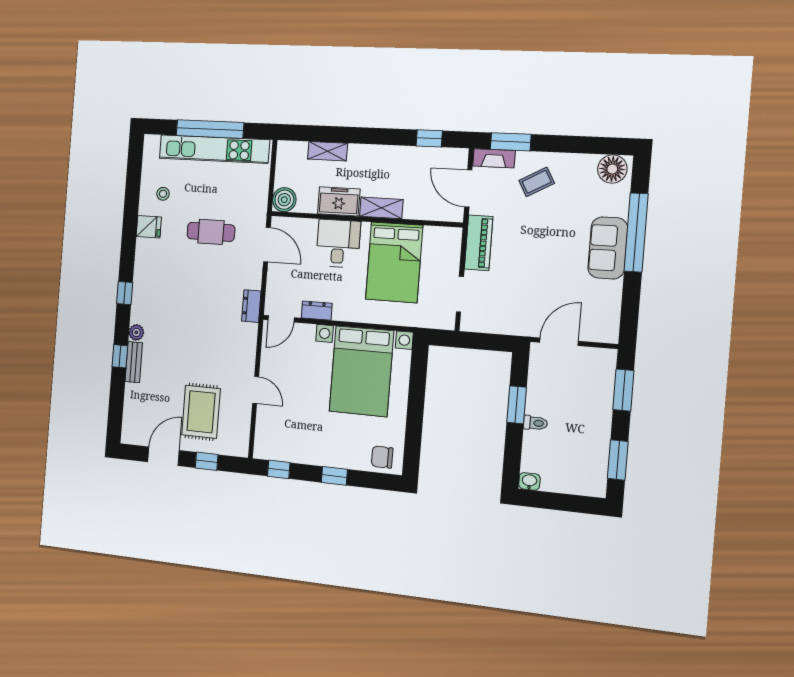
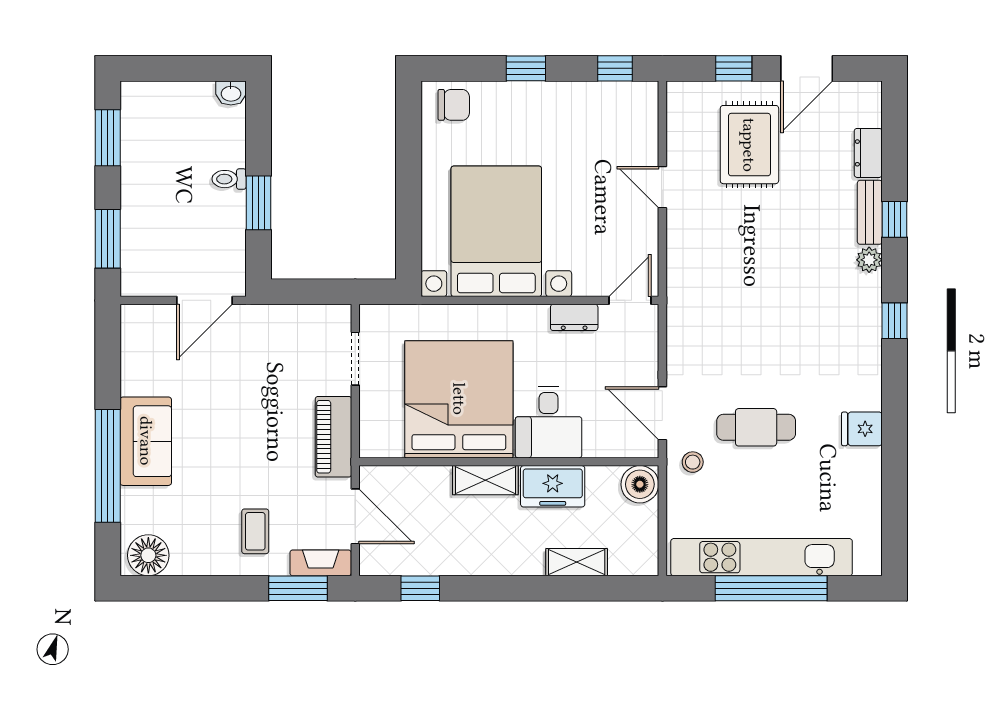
coffee table: (537, 182) -> (255, 531), turned -61
stool: (163, 194) -> (693, 462), moved
bed: (394, 262) -> (459, 399), width x1.36
dresser: (251, 306) -> (868, 153), moved, turned 180

